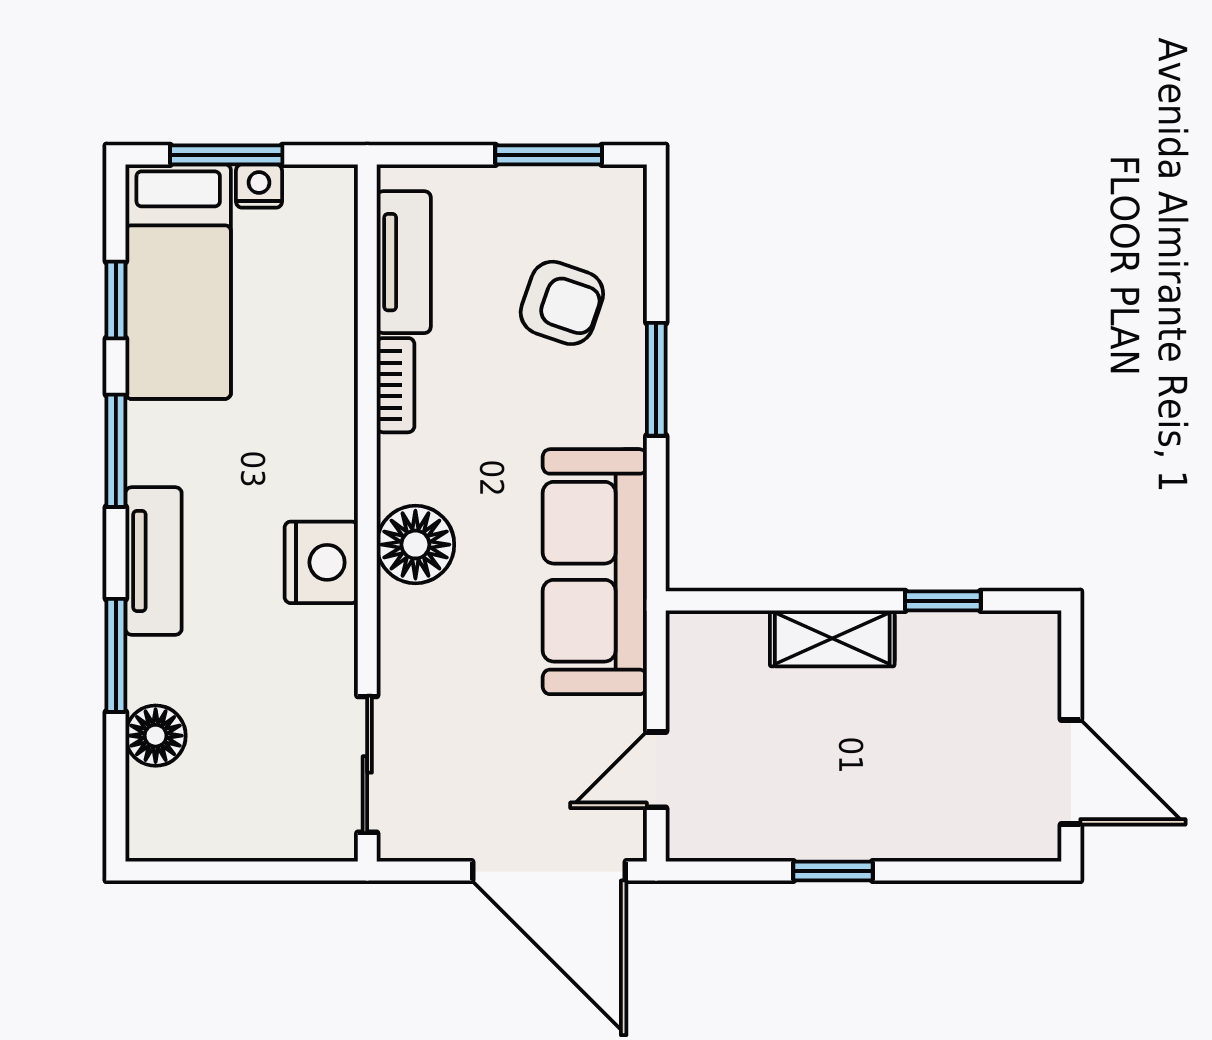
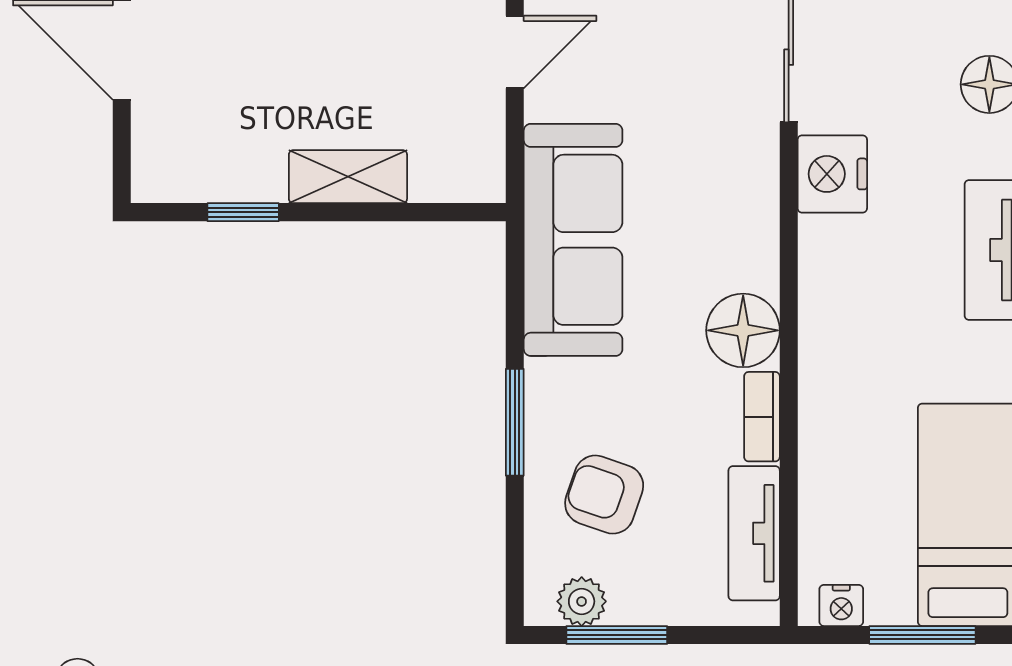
nightstand: (259, 186) -> (841, 605), moved
plant: (586, 190) -> (582, 601), added
floor lamp: (415, 545) -> (743, 330), moved
nightstand: (321, 562) -> (832, 174), moved

